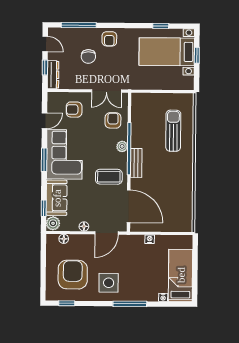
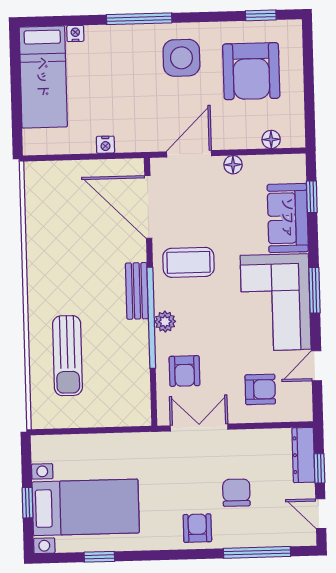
plant: (53, 223) -> (293, 169), removed

